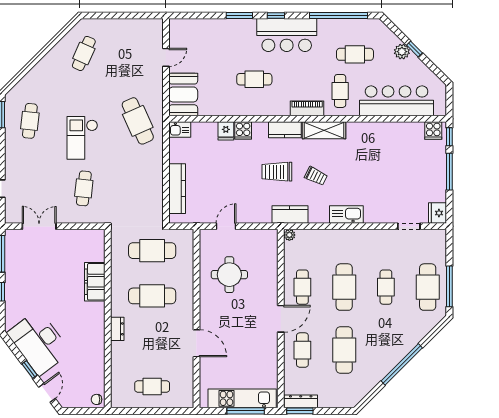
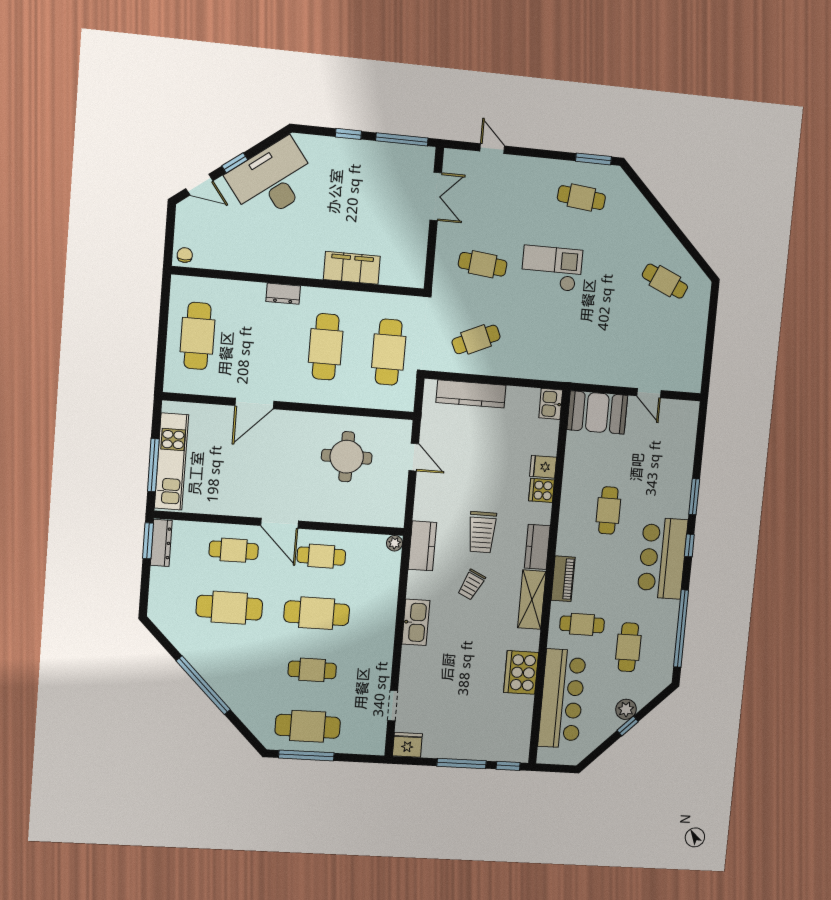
cafe table: (138, 121) -> (476, 339), moved, width x0.73, depth x0.74
cooker: (433, 131) -> (521, 672), moved, width x1.87, depth x1.31
trolley: (277, 172) -> (482, 532), turned 180
cafe table: (152, 386) -> (198, 336), width x1.37, depth x1.35

